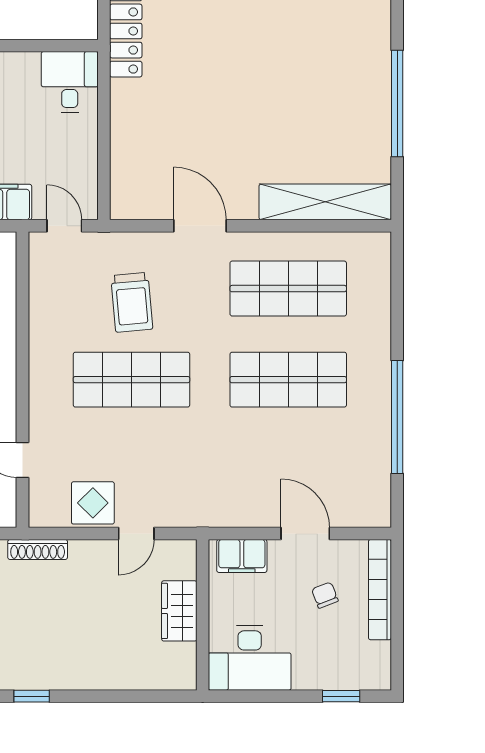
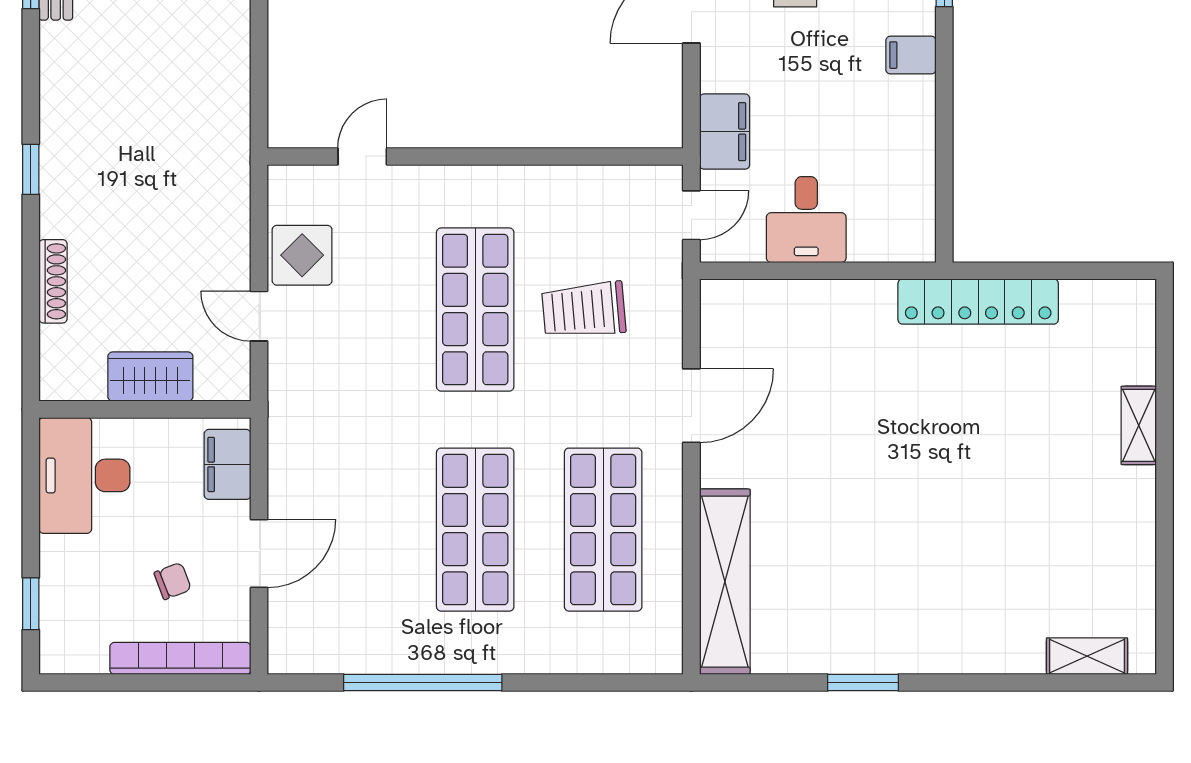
desk: (70, 82) -> (806, 220), moved, turned 90
window: (397, 104) -> (863, 683), width x0.47
shoe rack: (38, 549) -> (53, 281), moved, turned 180

